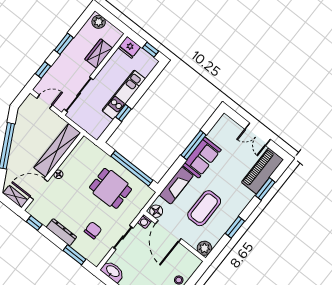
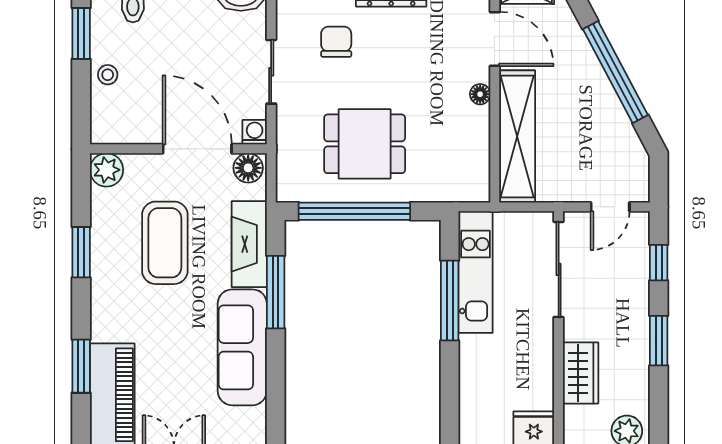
kitchen unit: (124, 95) -> (476, 272), moved
window: (124, 113) -> (450, 300), width x2.17
window: (194, 145) -> (276, 292), moved
sofa: (202, 158) -> (242, 347), width x1.36
door: (39, 189) -> (495, 39), hinge flipped
chair: (93, 230) -> (336, 42), turned 180

